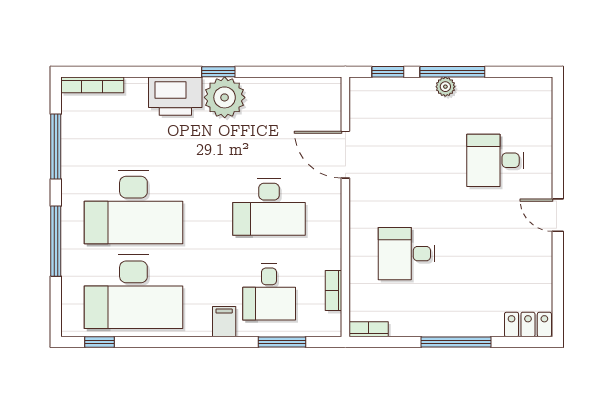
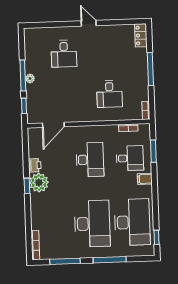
printer: (175, 96) -> (35, 165), moved, width x0.53, depth x0.68
door: (345, 155) -> (53, 125), moved
door: (558, 215) -> (89, 23), swing flipped

